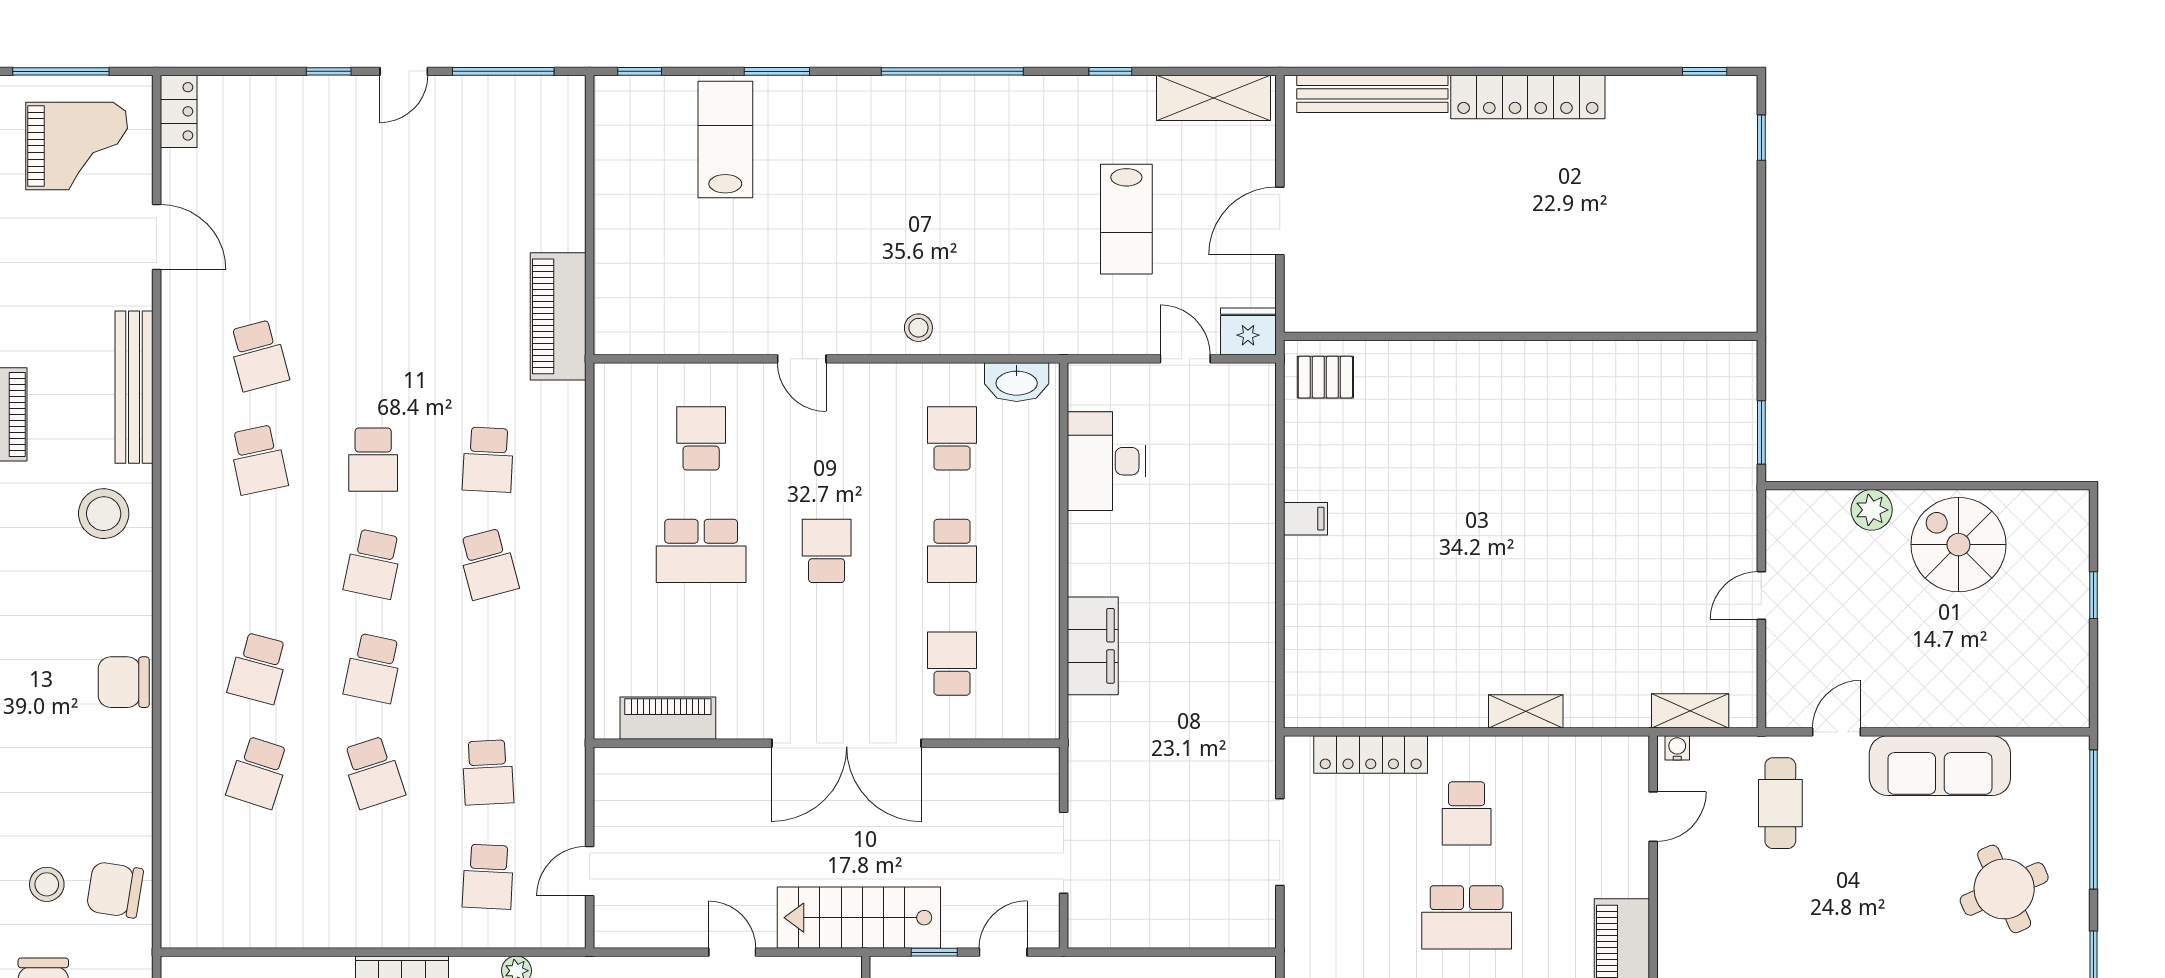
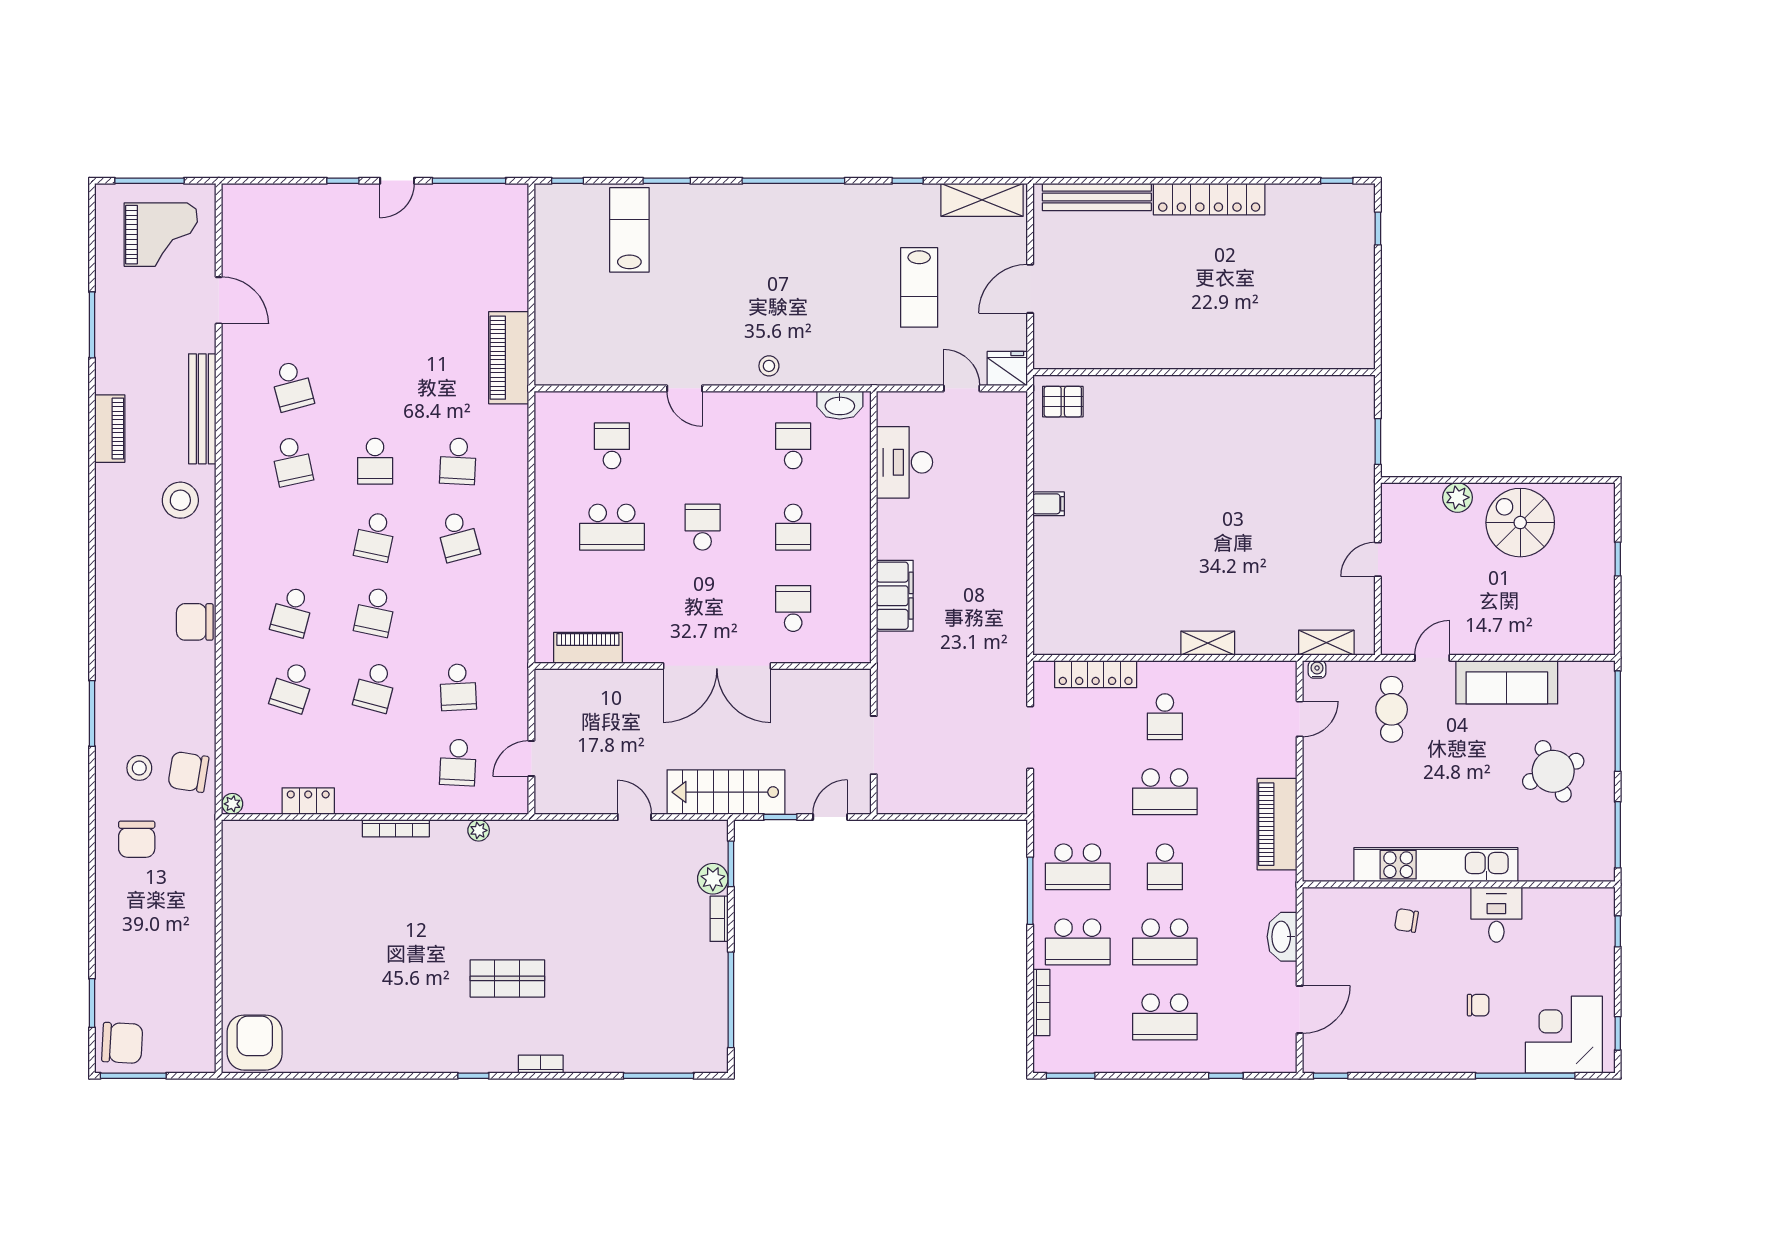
locker: (179, 111) -> (308, 801), moved, turned -90
school desk: (373, 772) -> (375, 687), turned 33
plant: (176, 934) -> (232, 804), added

